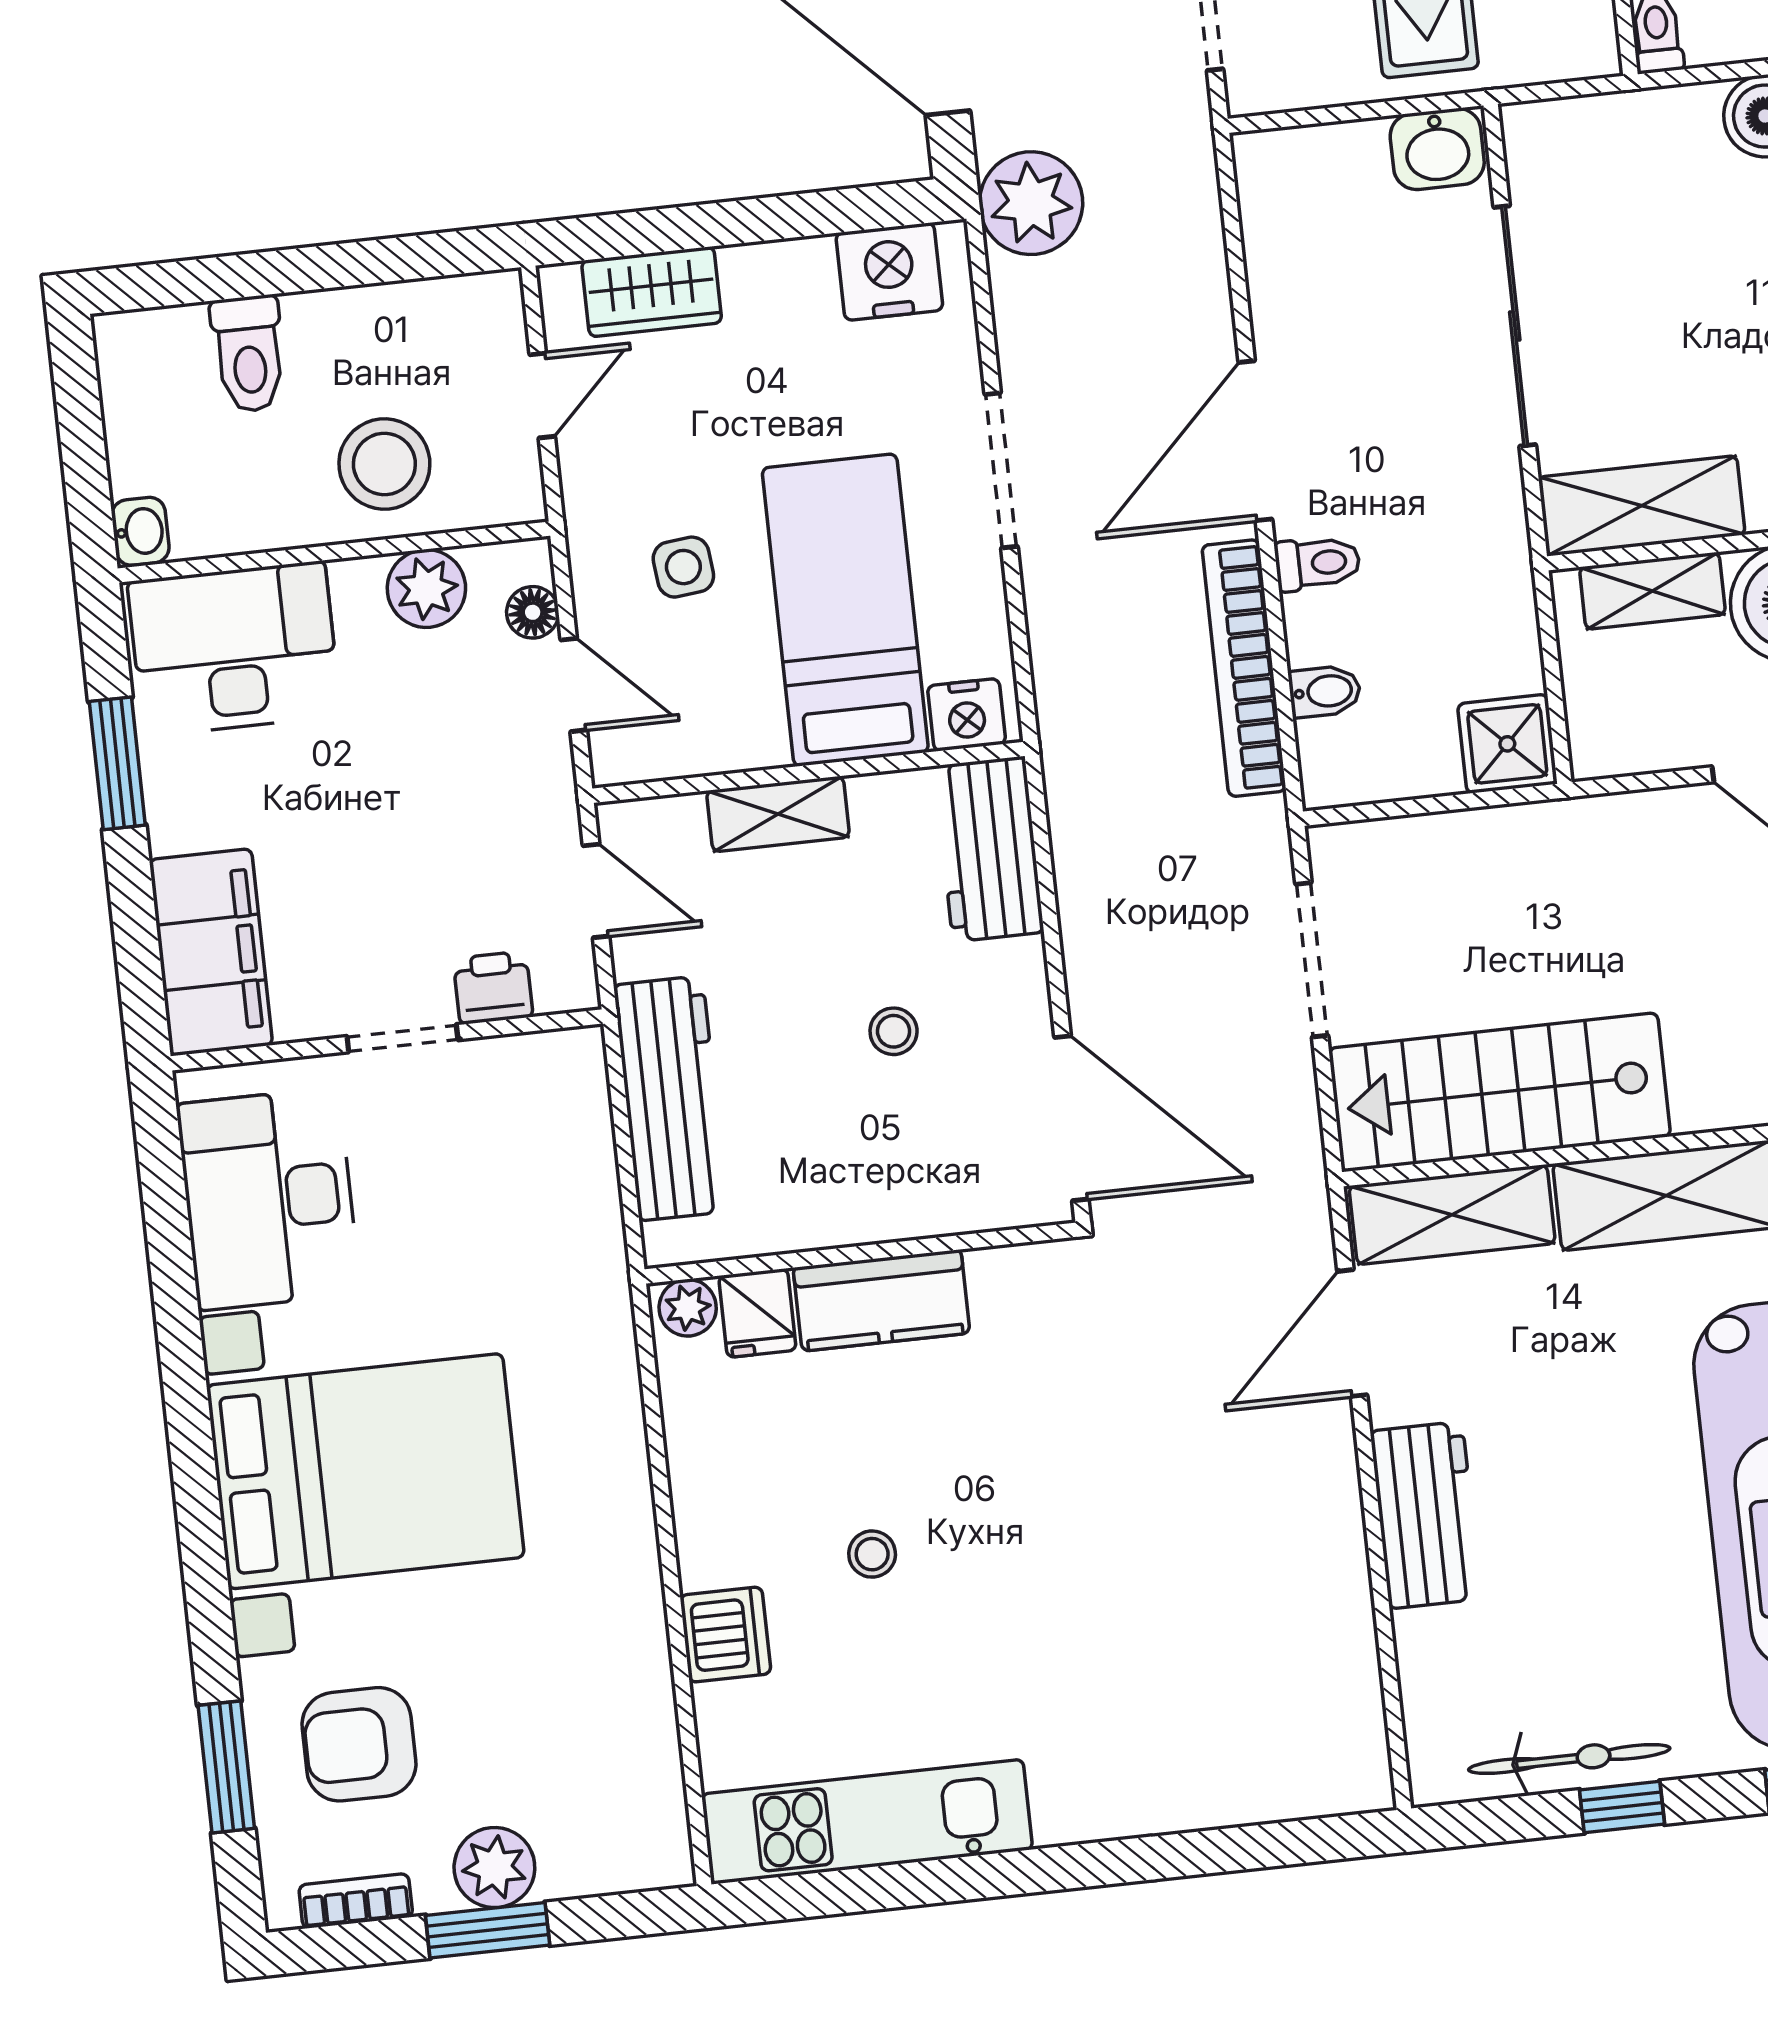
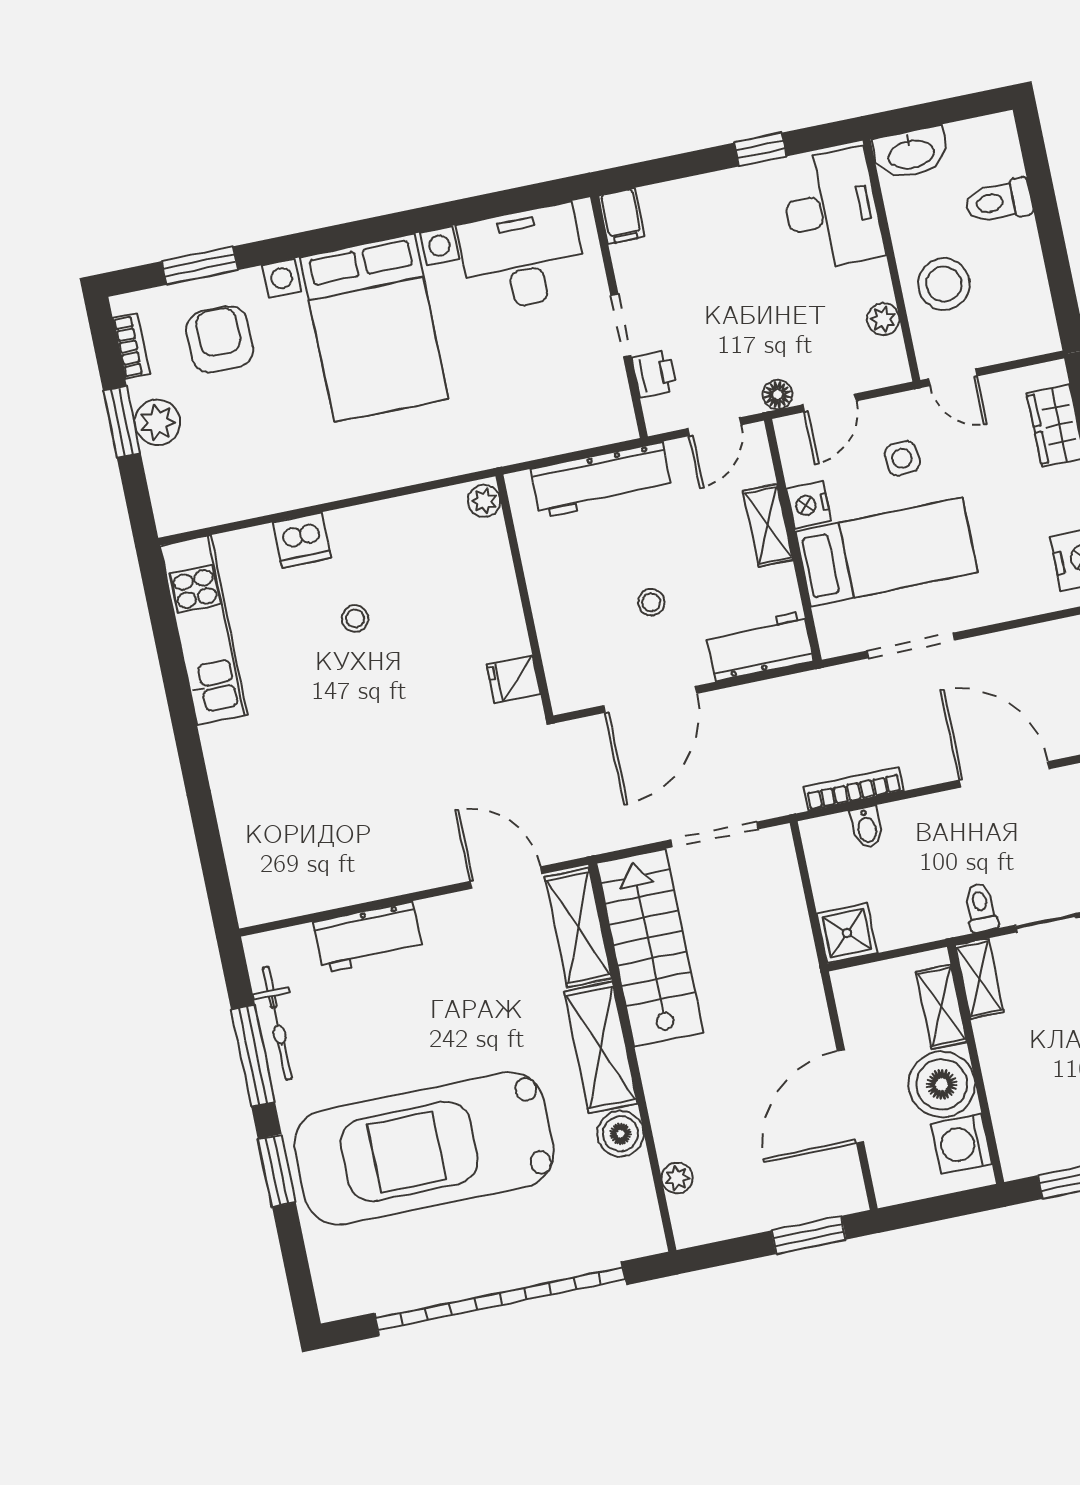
door: (542, 395) -> (953, 377), moved
doorway: (1001, 470) -> (911, 646), moved
shelving: (1642, 506) -> (979, 979), width x0.67, depth x0.75
washbasin: (140, 531) -> (911, 153), width x1.91, depth x1.45
toilet: (1317, 563) -> (981, 908), moved, turned 180
plant: (426, 588) -> (883, 319), width x0.73, depth x0.73
floor lamp: (533, 612) -> (778, 395), moved
bookcase: (1244, 668) -> (853, 789), width x0.68, depth x0.76
nightstand: (967, 715) -> (809, 505), moved
window: (117, 763) -> (760, 149), width x0.67
filing cabinet: (211, 952) -> (621, 216), width x0.33, depth x0.86
door: (1071, 1118) -> (650, 699), moved
kitchen counter: (881, 1300) -> (499, 610), removed
fridge: (757, 1313) -> (514, 679), moved
workbench: (1426, 1515) -> (368, 937), moved
window: (1622, 1807) -> (253, 1056), width x2.17

